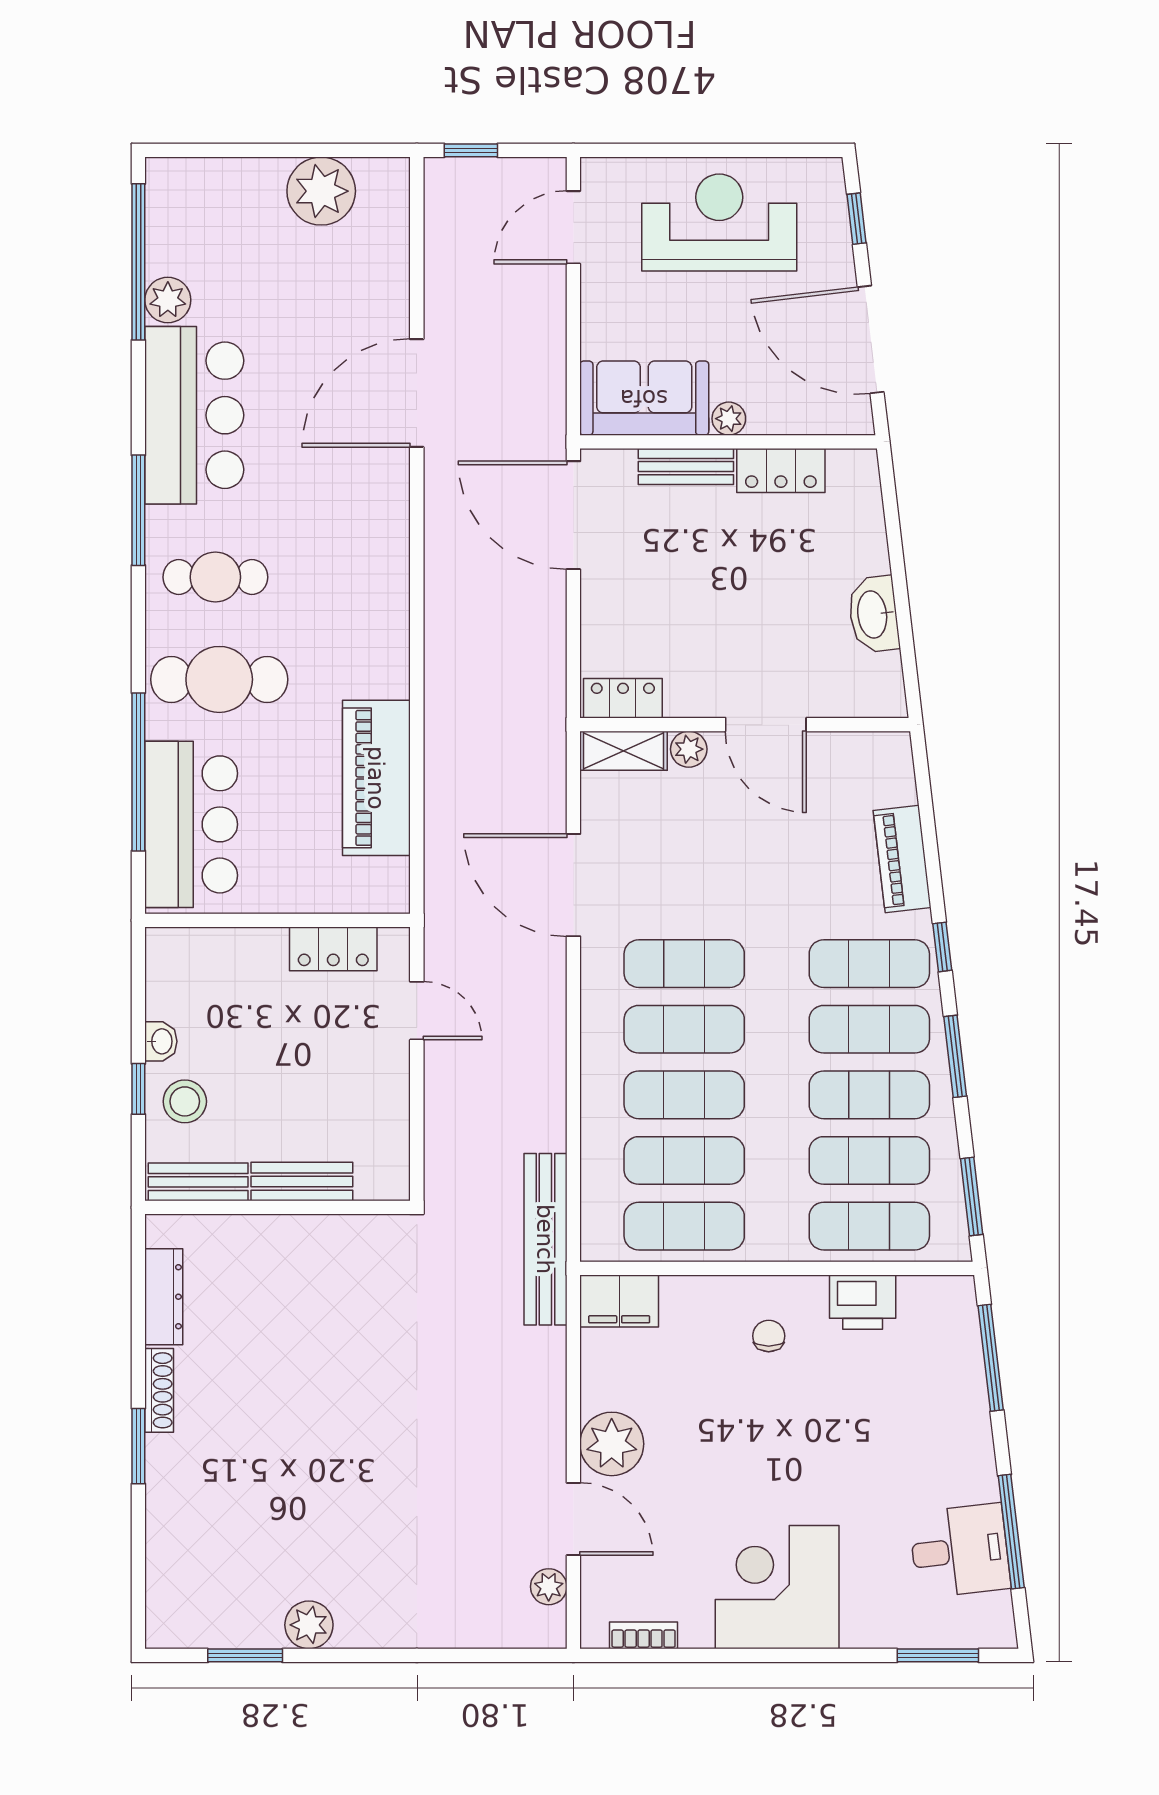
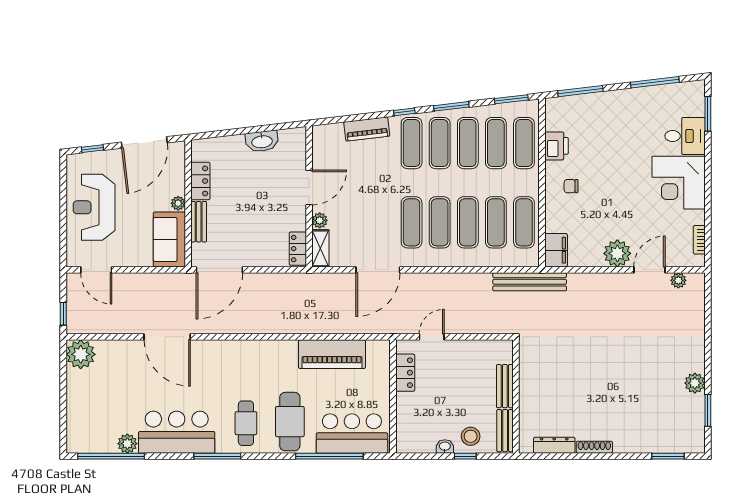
plant: (321, 191) -> (81, 354), moved
window: (138, 1446) -> (668, 456), moved
desk: (960, 1551) -> (685, 136), moved, turned 97

